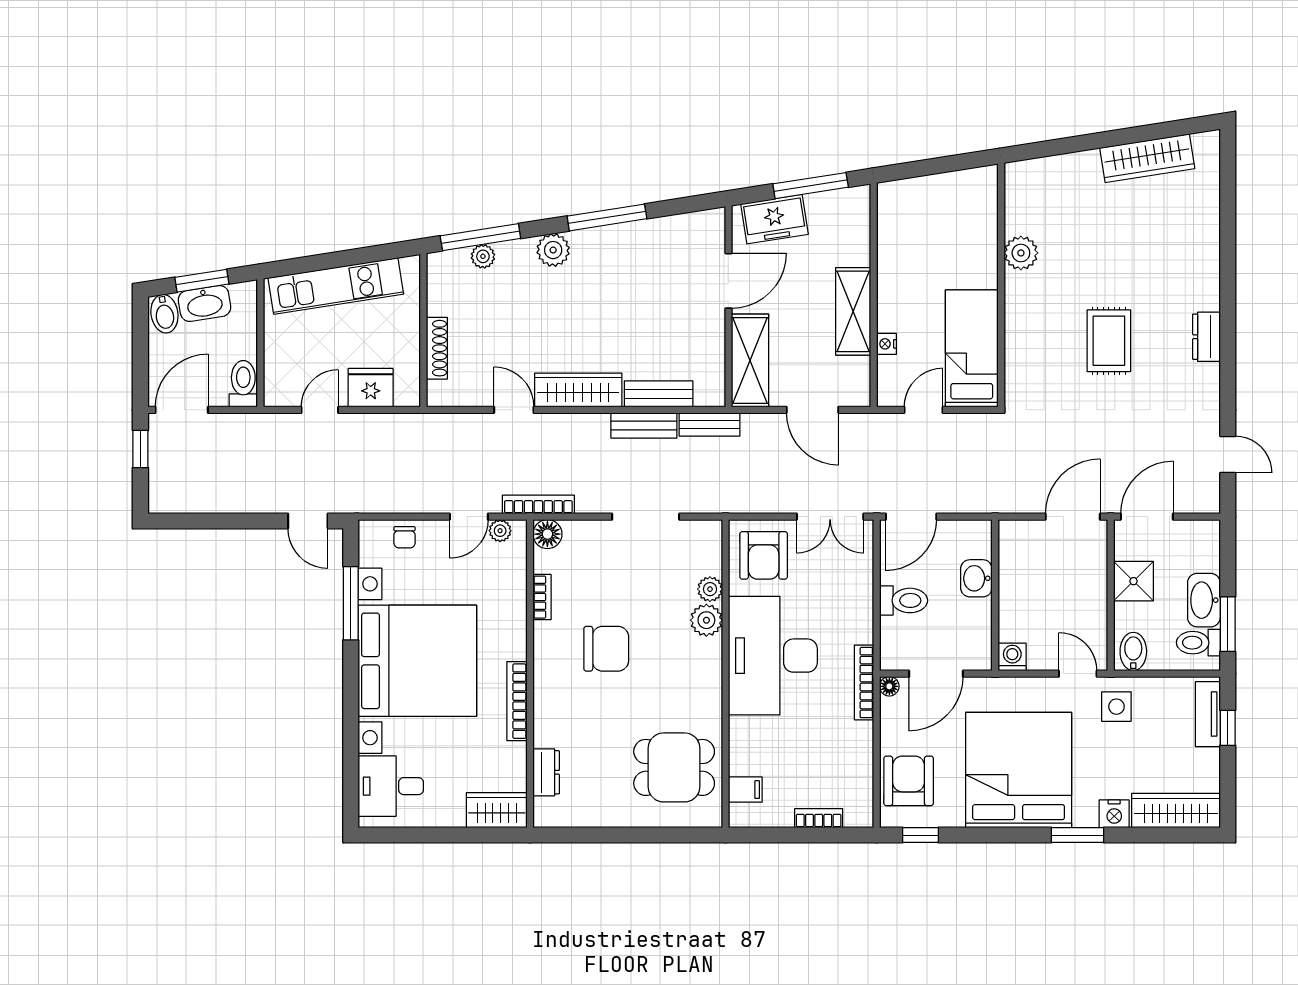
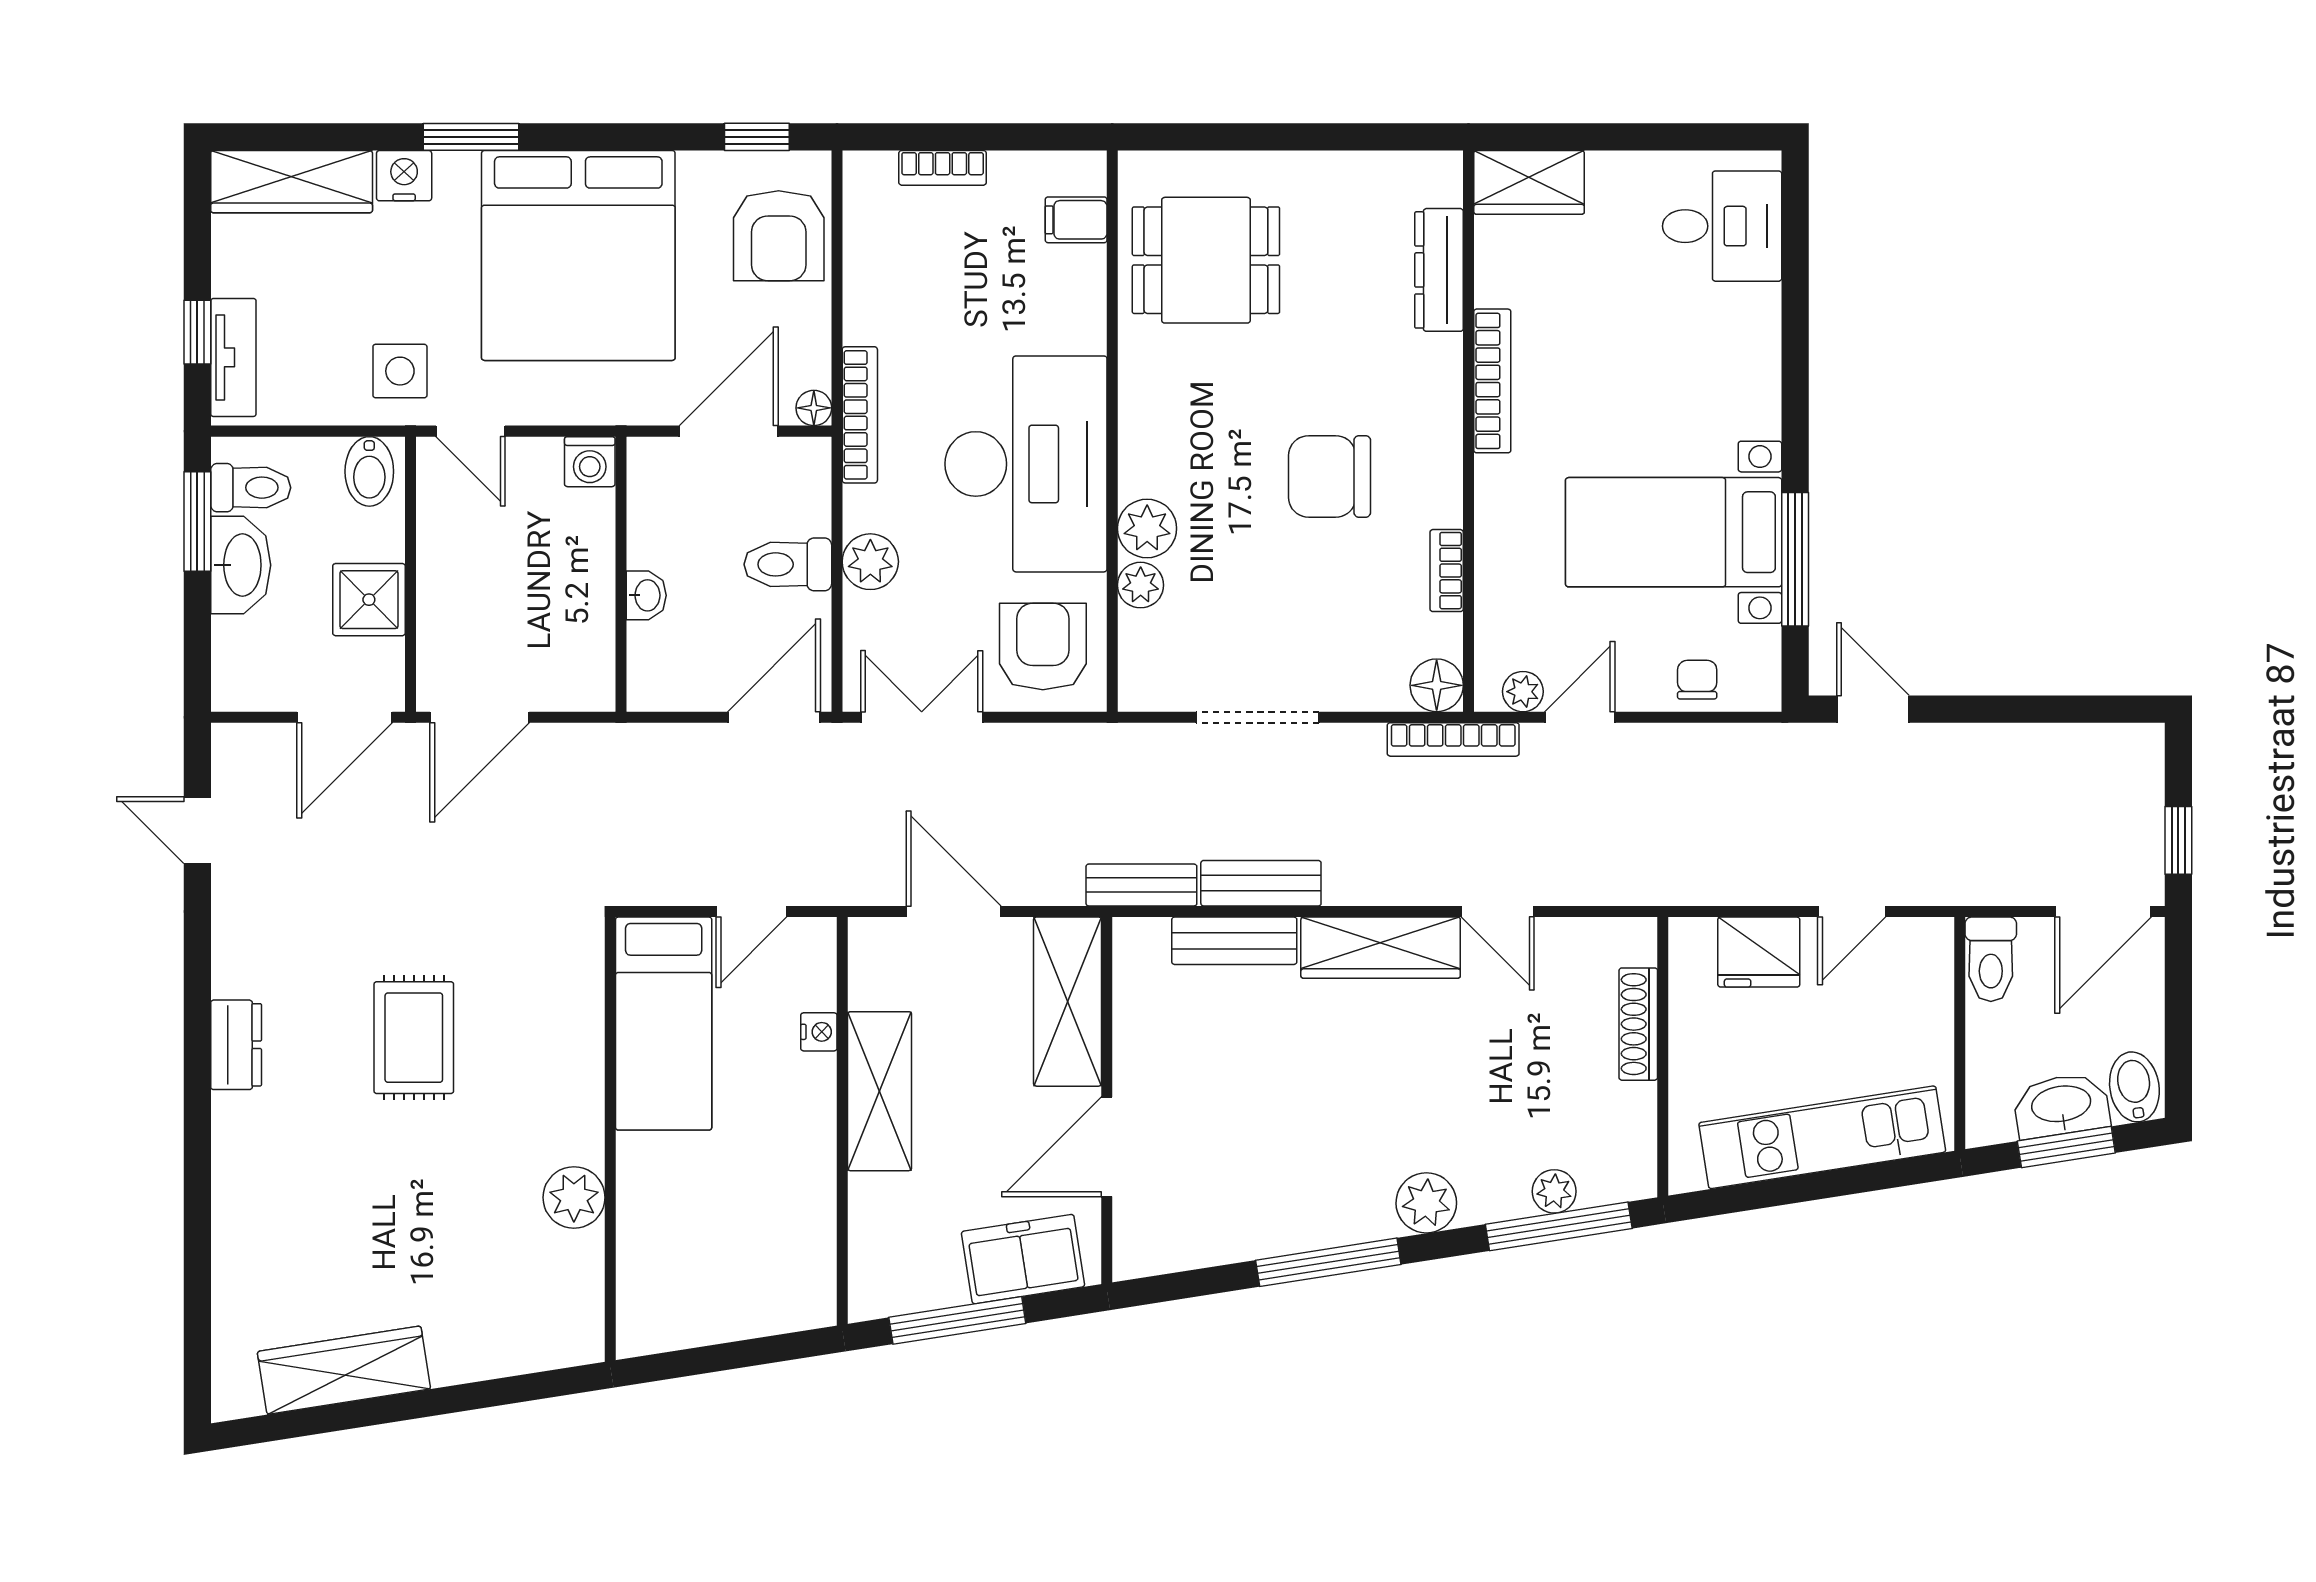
washbasin: (976, 578) -> (646, 595), width x0.72, depth x0.69
plant: (858, 602) -> (870, 562), added
bed with nightstands: (417, 661) -> (1674, 532), width x0.54
dresser: (546, 772) -> (1439, 270), width x1.44

